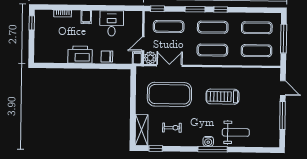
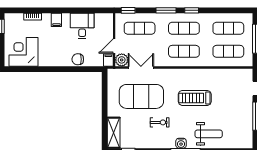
corner desk: (53, 48) -> (23, 52), added
printer: (80, 55) -> (51, 58), removed
exercise bike: (172, 128) -> (160, 122), moved

